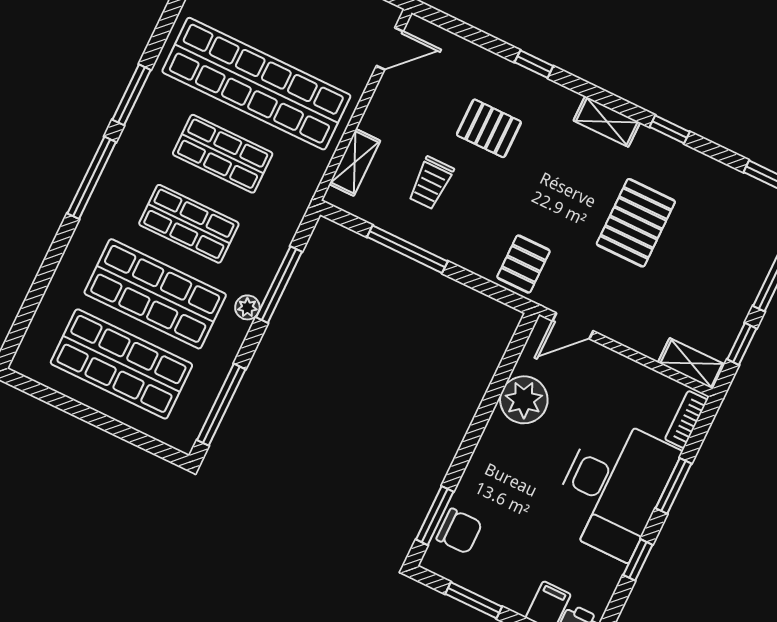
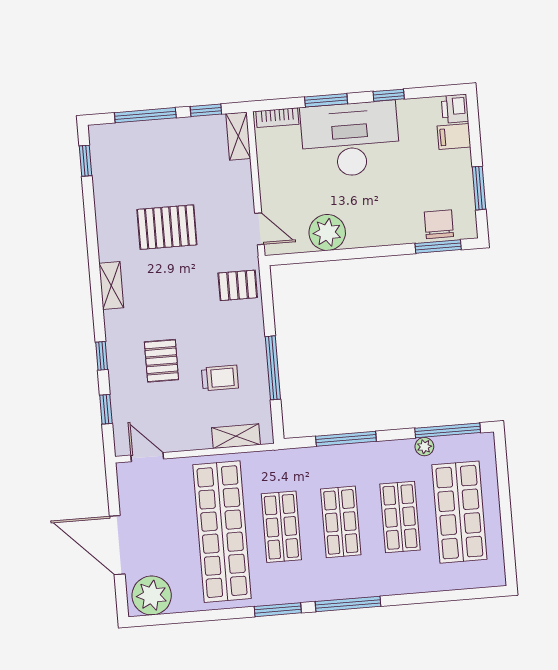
window: (670, 129) -> (106, 409), moved
shop shelf: (155, 294) -> (400, 517), width x0.70, depth x0.74
plant: (247, 307) -> (424, 447), moved

